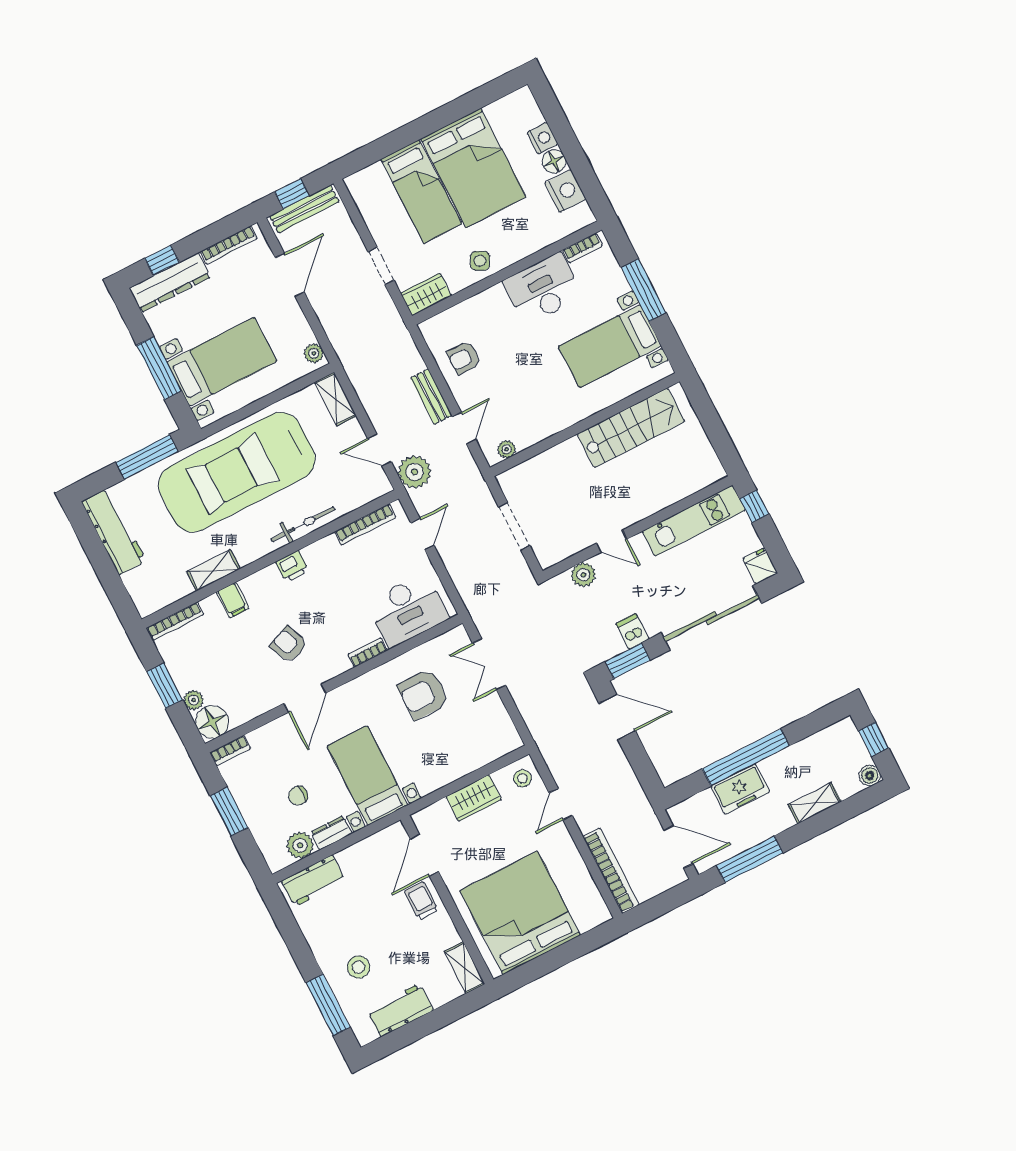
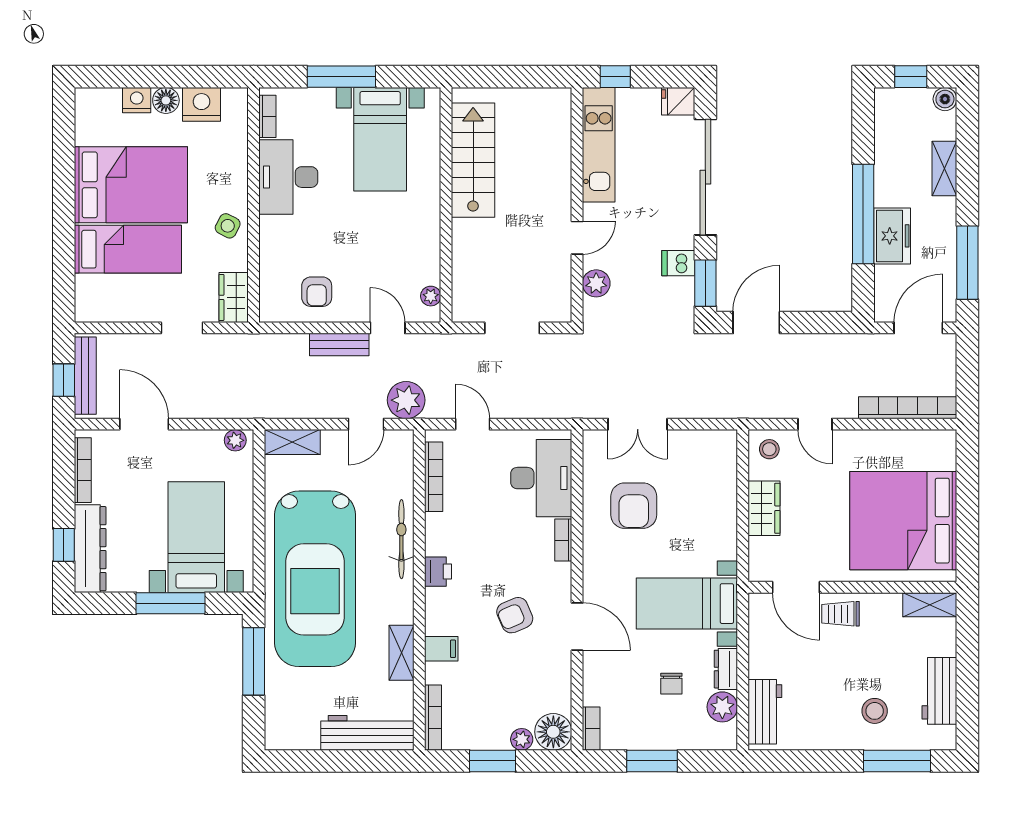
workbench: (114, 532) -> (367, 733), moved

